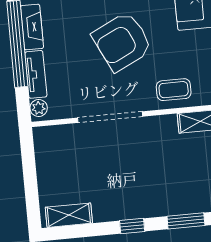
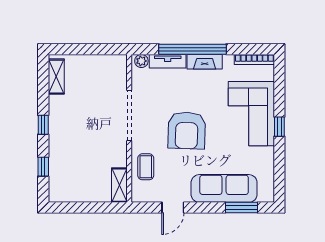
armchair: (122, 42) -> (187, 130), turned -152
window: (186, 221) -> (43, 167), width x0.67

